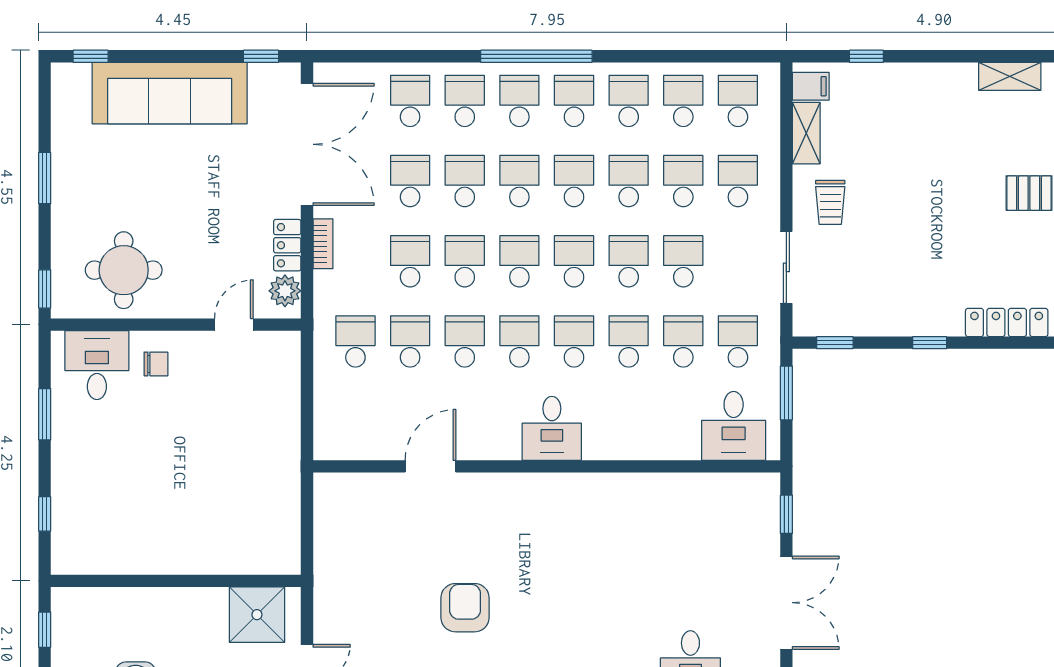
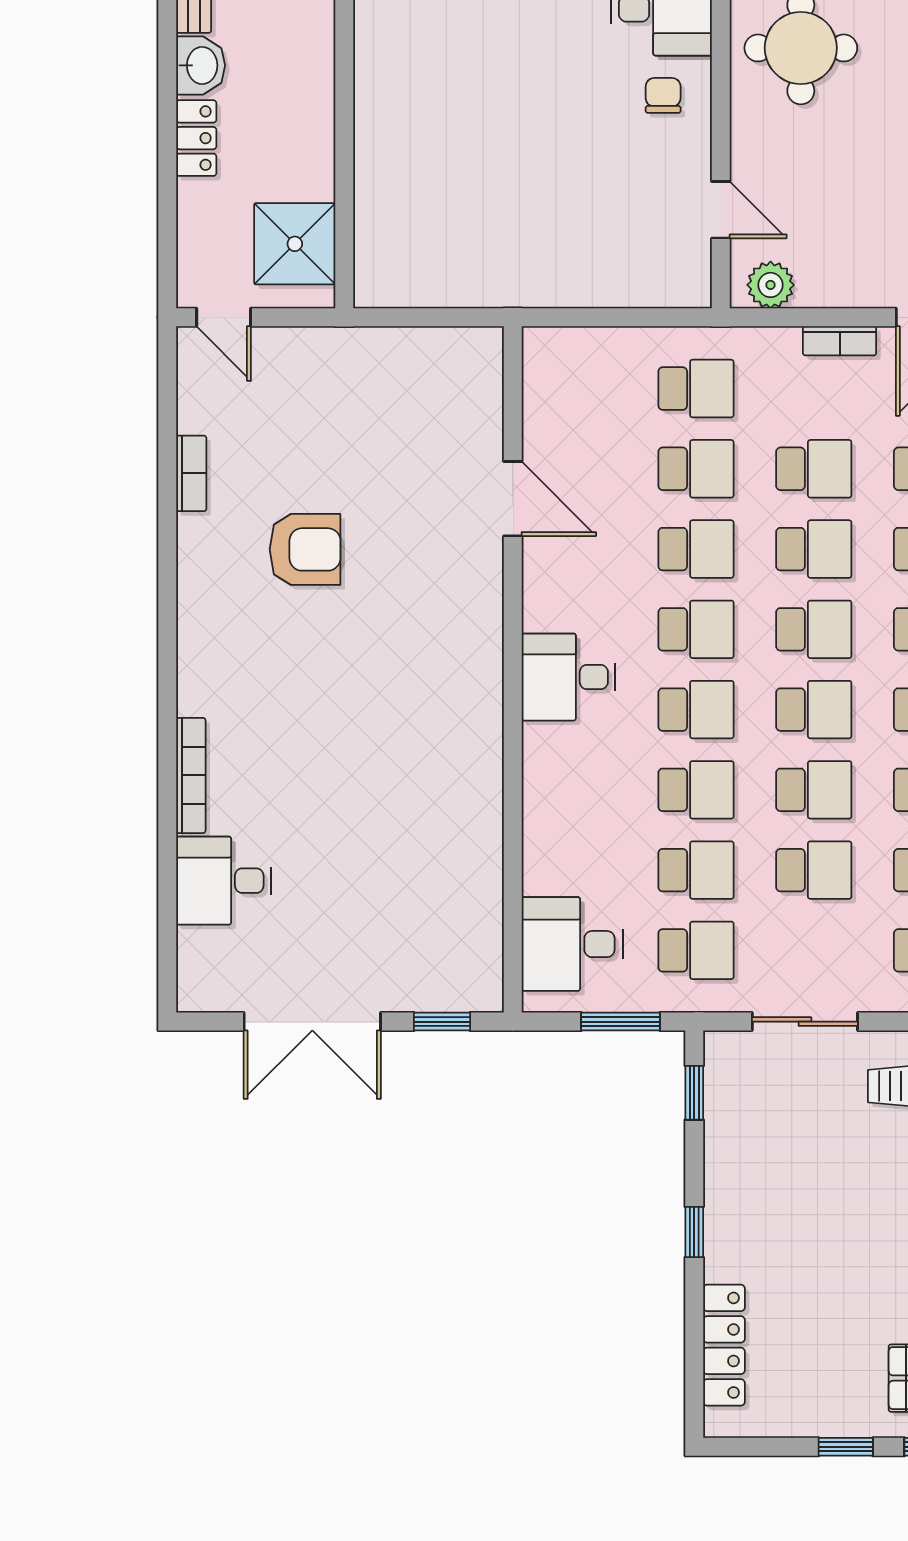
locker: (287, 245) -> (837, 288), removed
chair: (156, 364) -> (663, 95), turned 180

